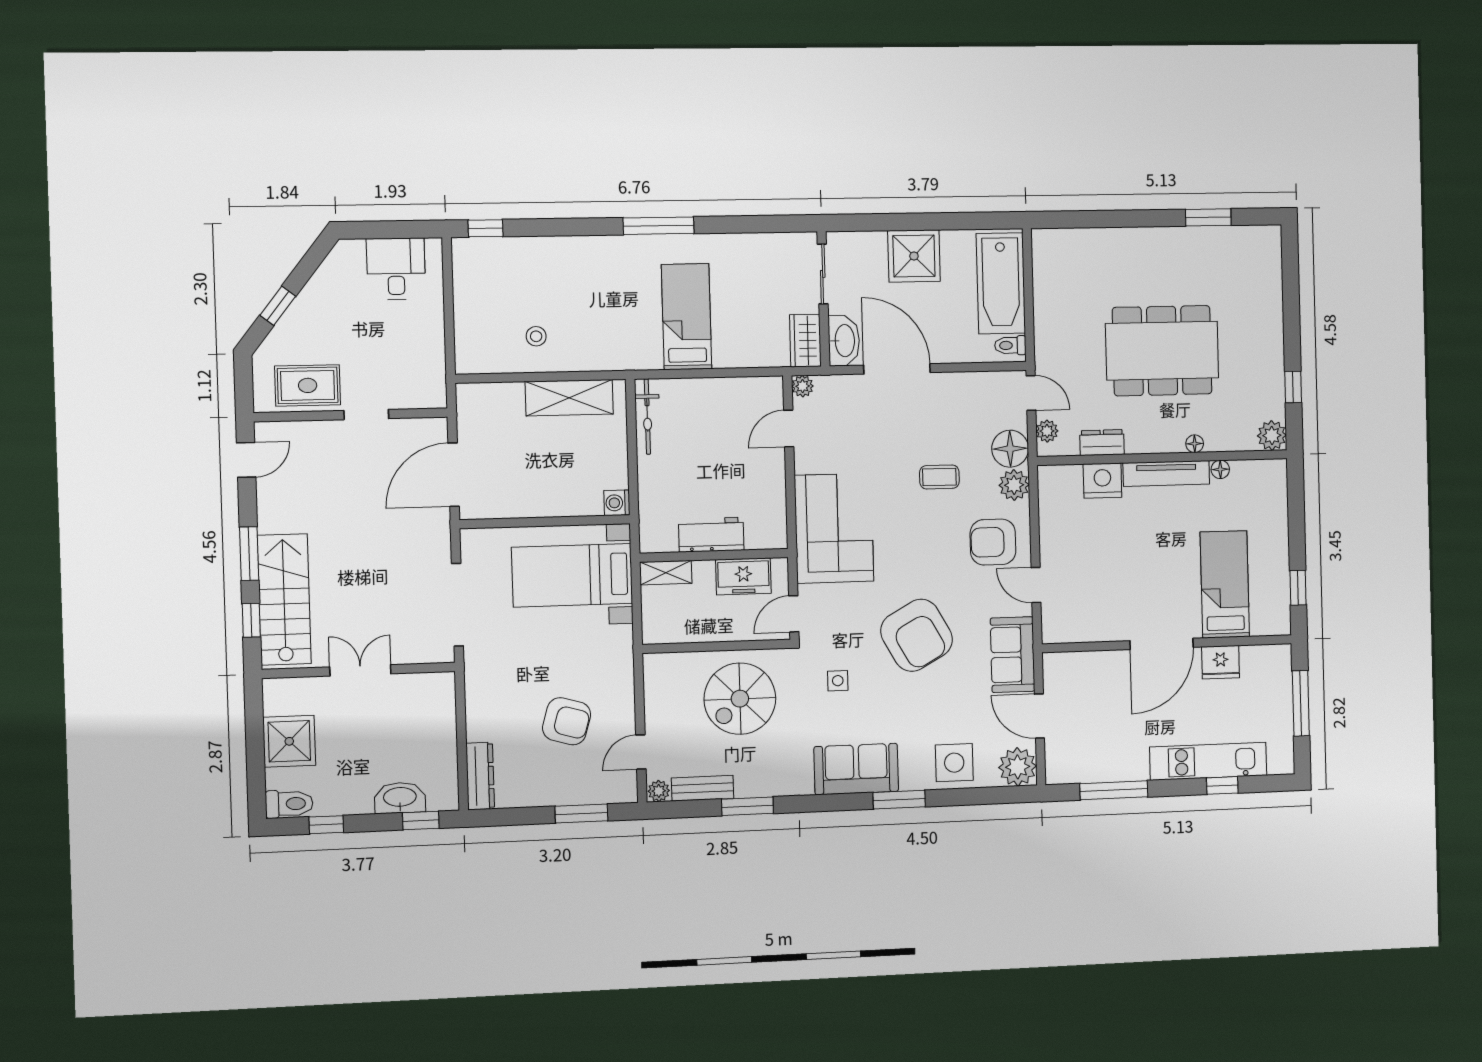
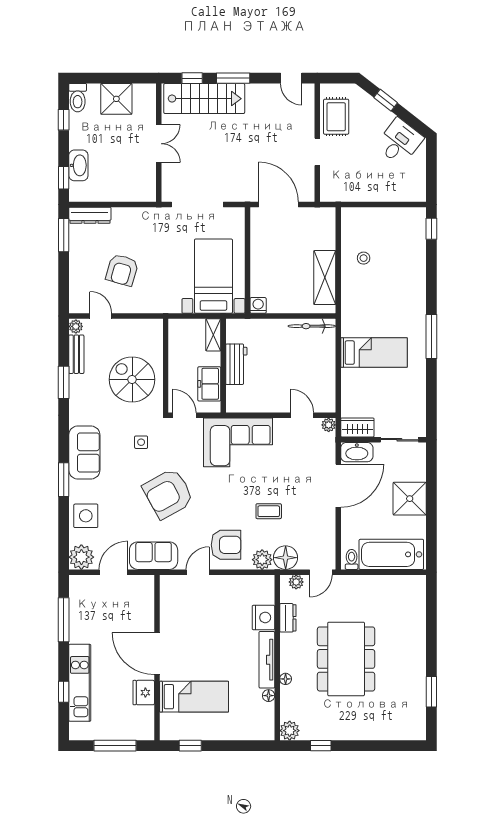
desk: (396, 269) -> (400, 142), moved, turned -52
coffee table: (939, 477) -> (269, 511), turned 90
armchair: (993, 542) -> (226, 545), turned 90
window: (581, 813) -> (64, 235), moved

